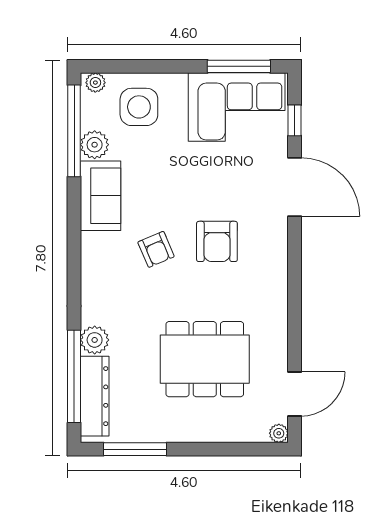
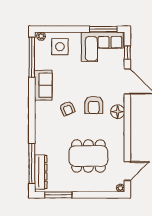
plant: (95, 145) -> (41, 63), removed
floor lamp: (272, 257) -> (118, 112), added
plant: (95, 340) -> (41, 148), removed

